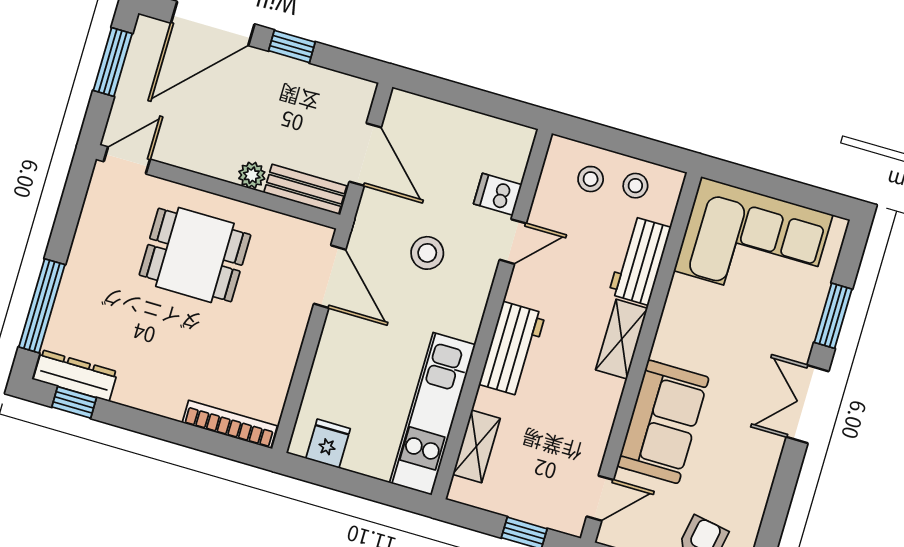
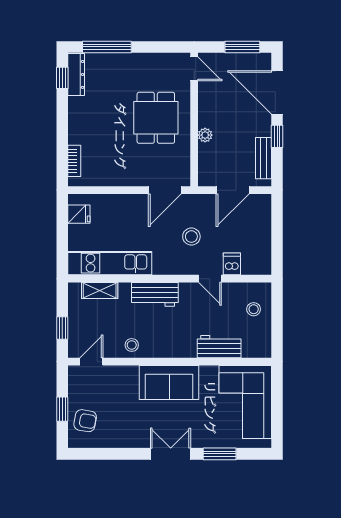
stool: (635, 186) -> (132, 345), moved
bench: (305, 189) -> (263, 158), moved
shelving: (622, 339) -> (176, 349), removed
sofa: (663, 422) -> (169, 382), moved
bookcase: (230, 424) -> (74, 161), width x0.64
door: (600, 498) -> (91, 362), swing flipped

